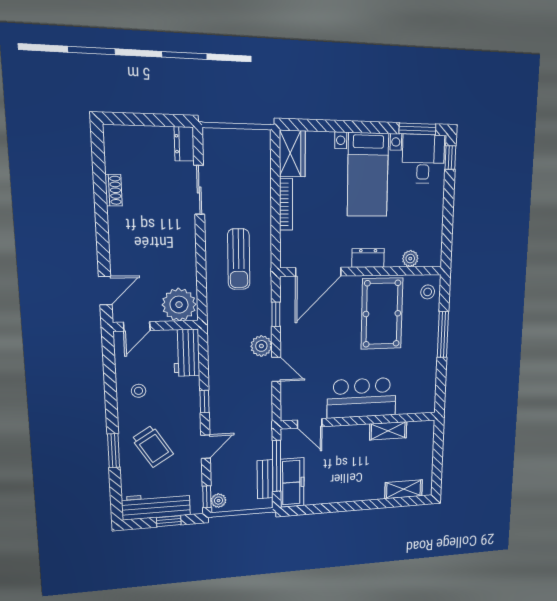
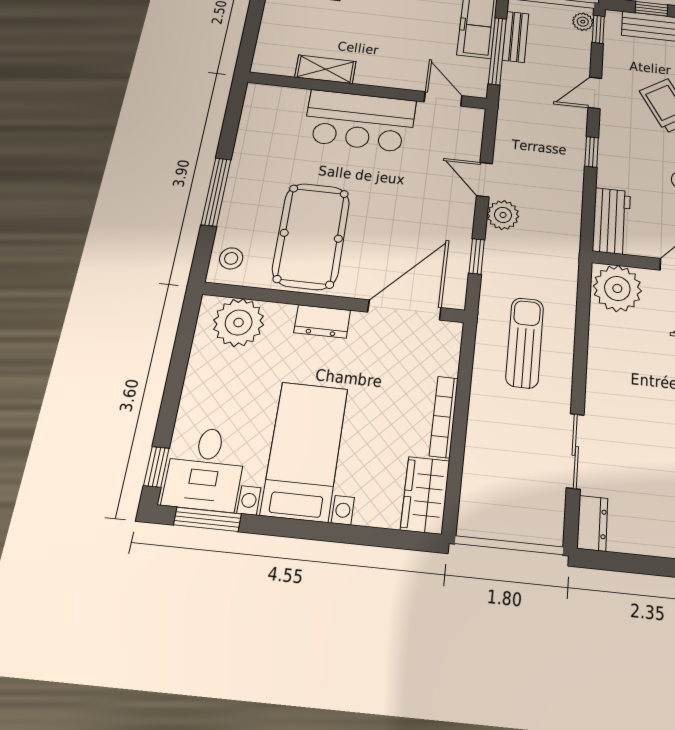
plant: (410, 259) -> (239, 322), width x1.88, depth x1.88

